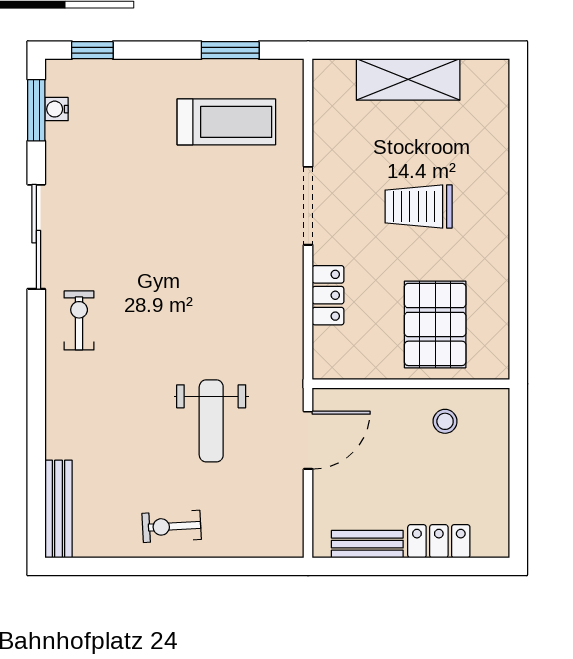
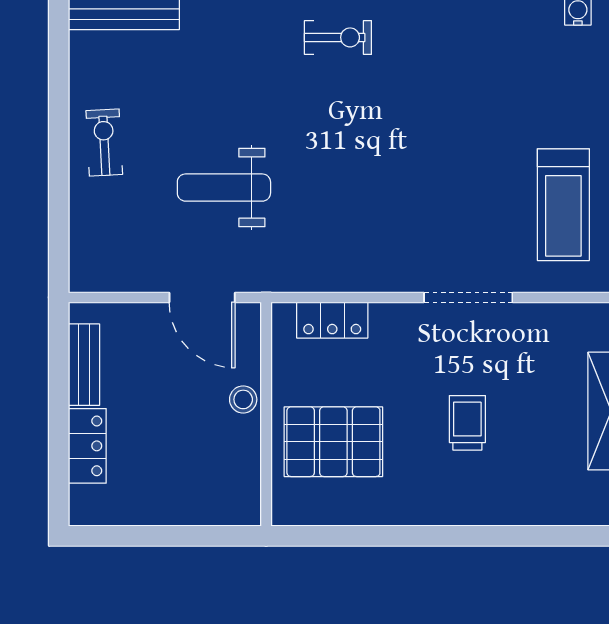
trolley: (419, 206) -> (467, 423), width x0.73, depth x0.72
locker: (328, 295) -> (332, 320), moved
stool: (445, 421) -> (243, 399), moved

